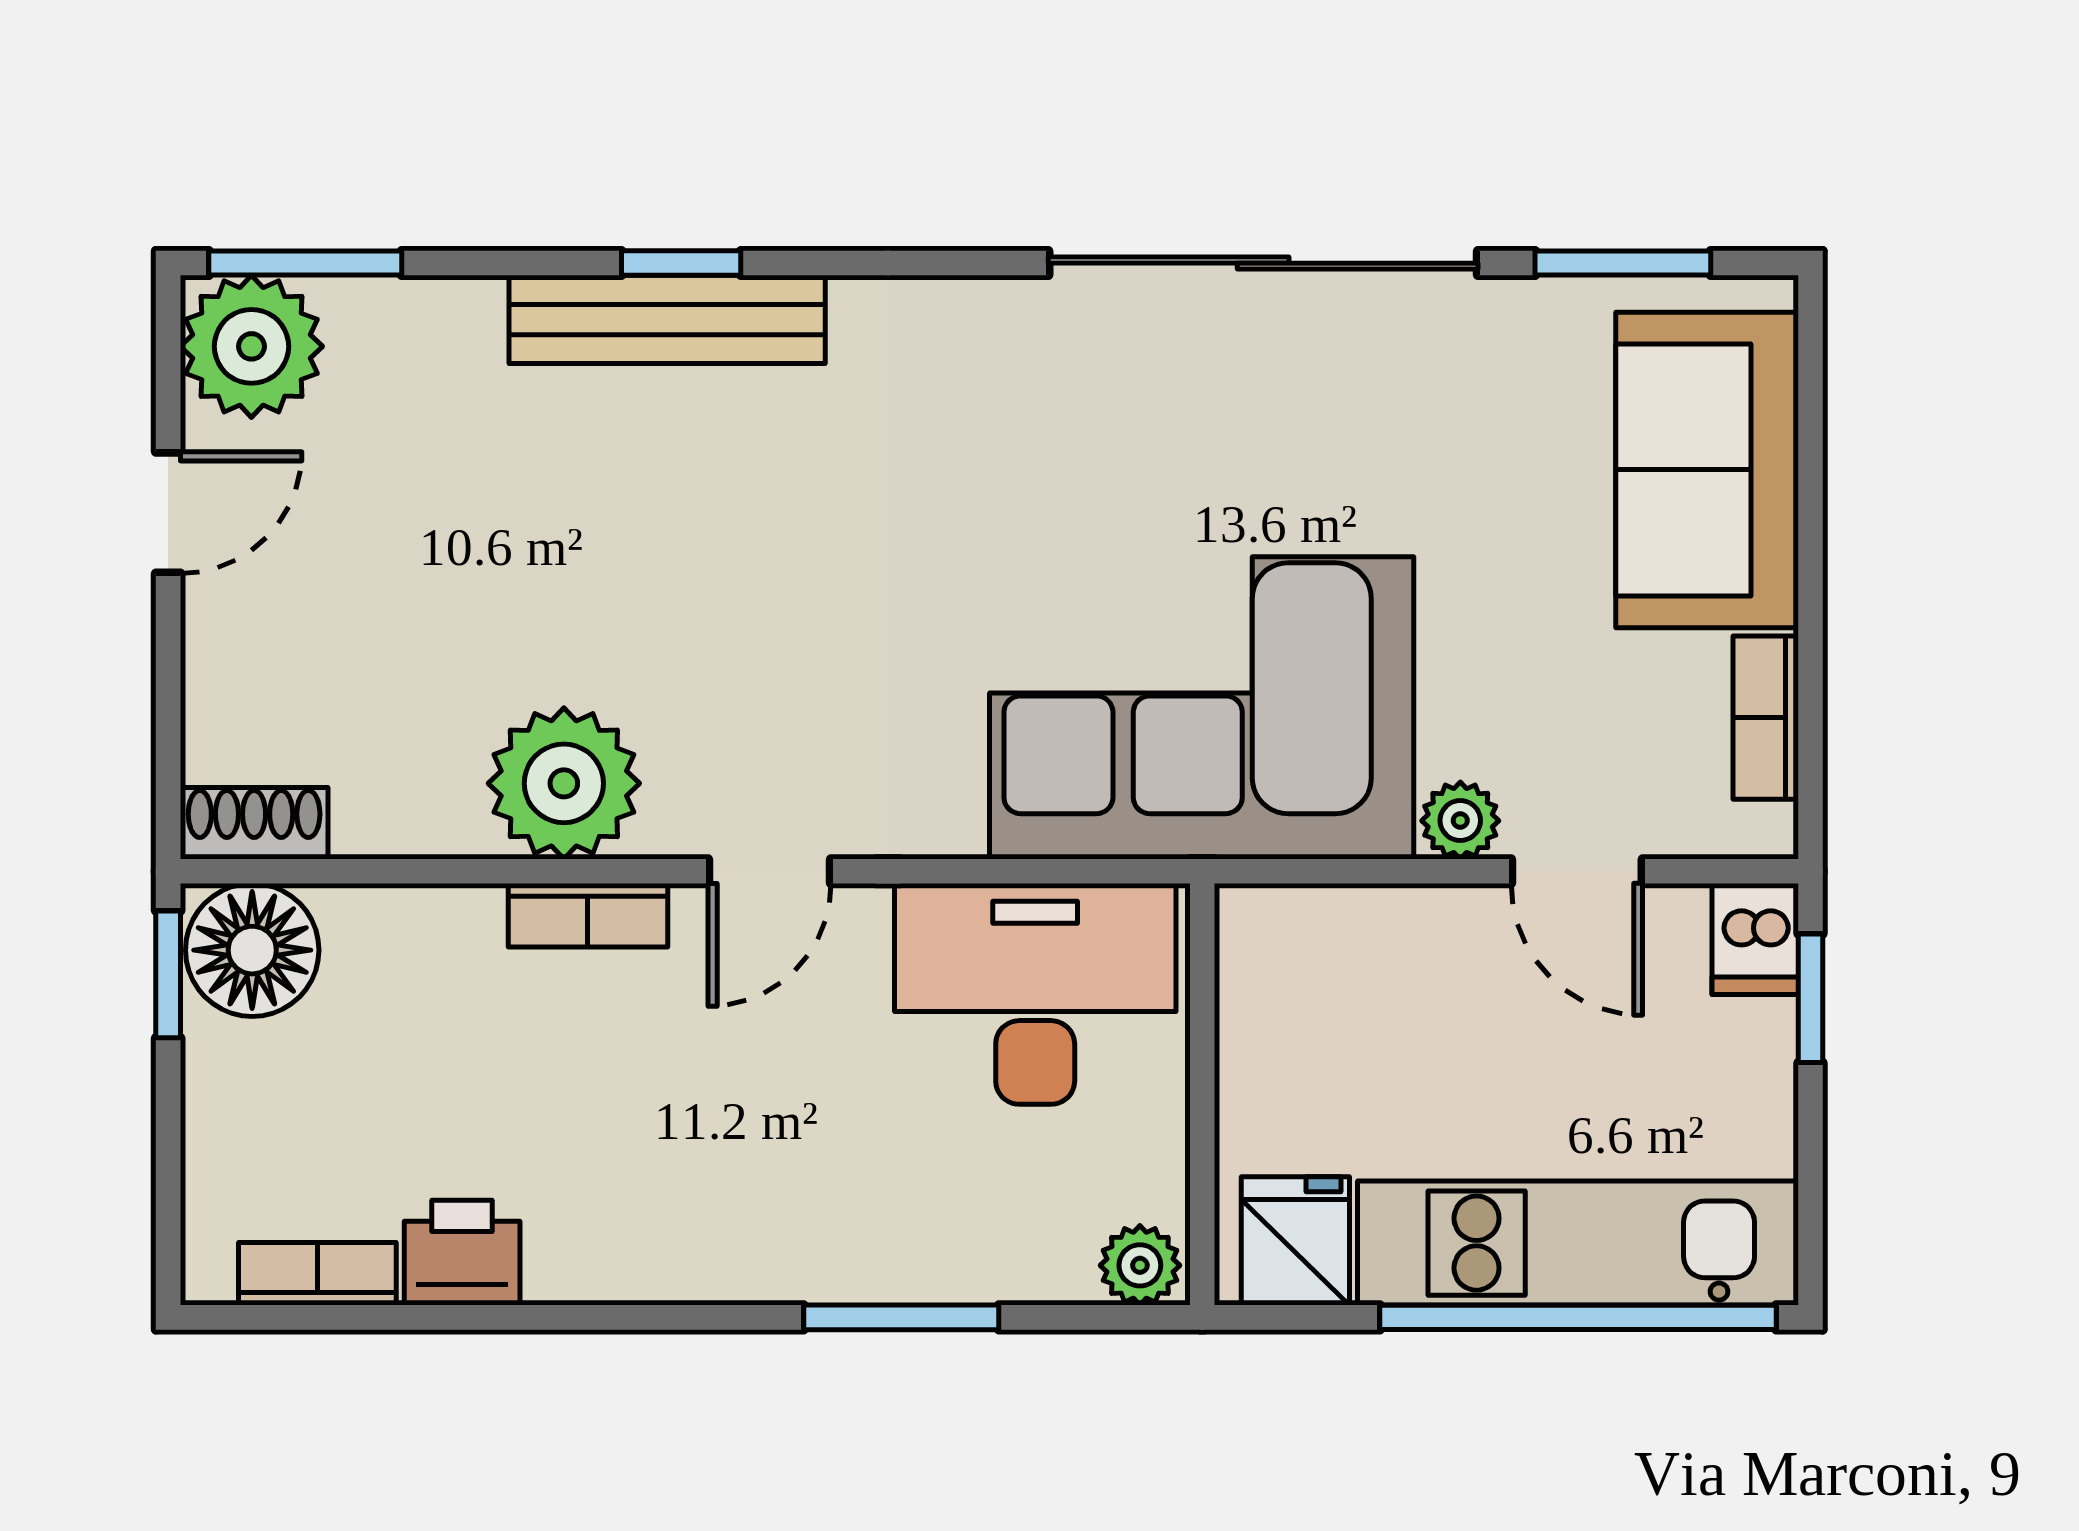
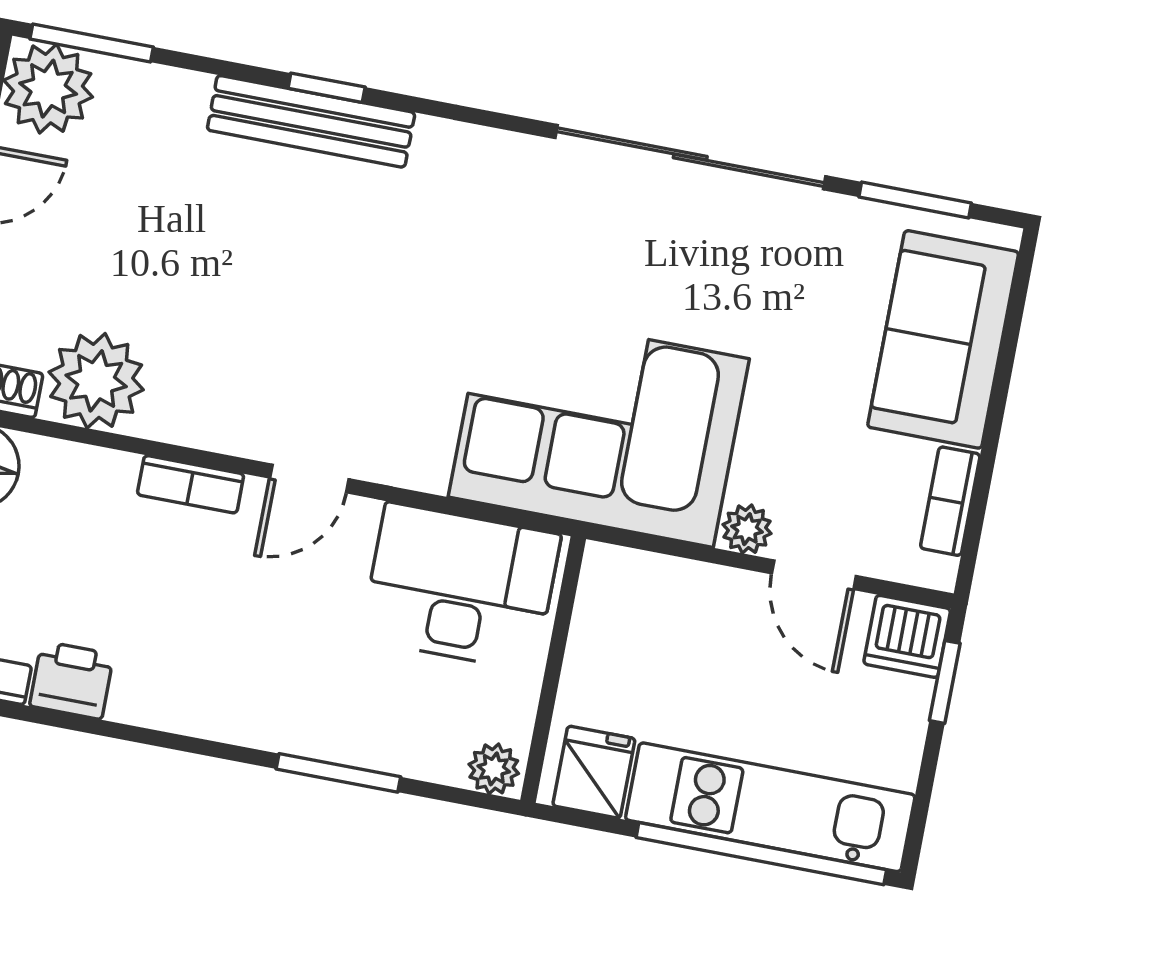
plant: (564, 783) -> (96, 381), moved
dishwasher: (1755, 939) -> (907, 636), width x1.38

